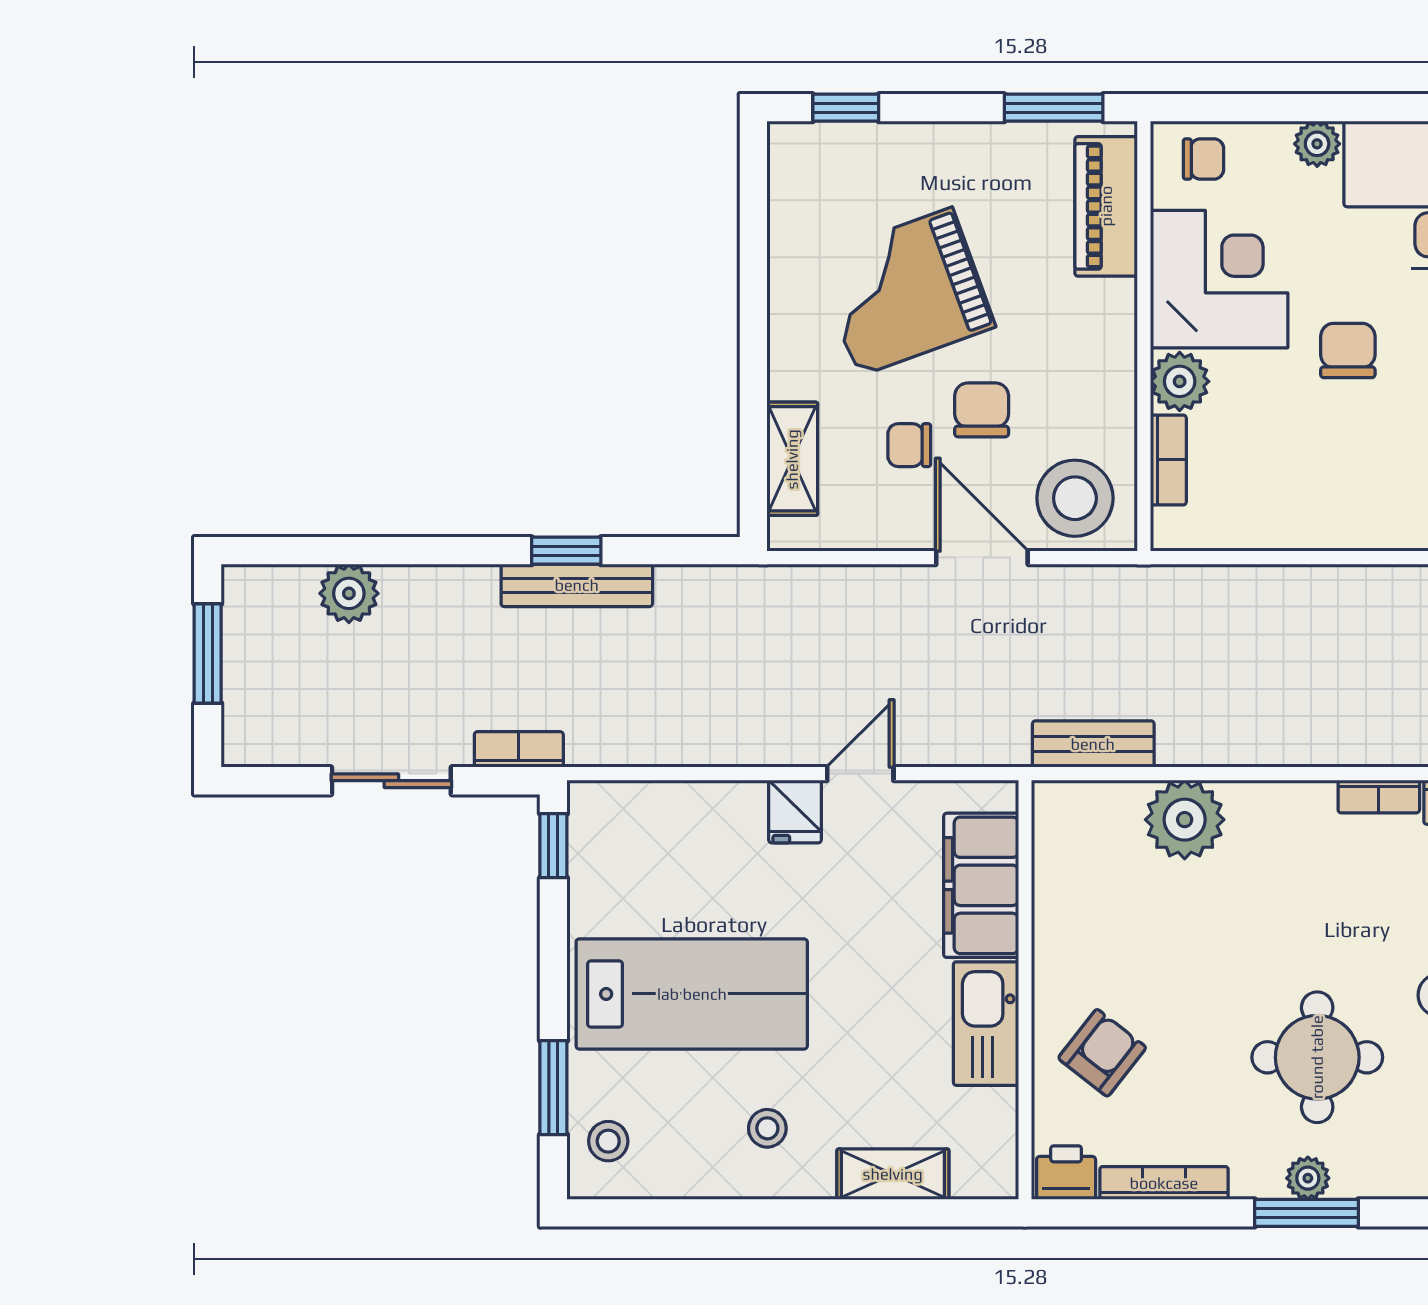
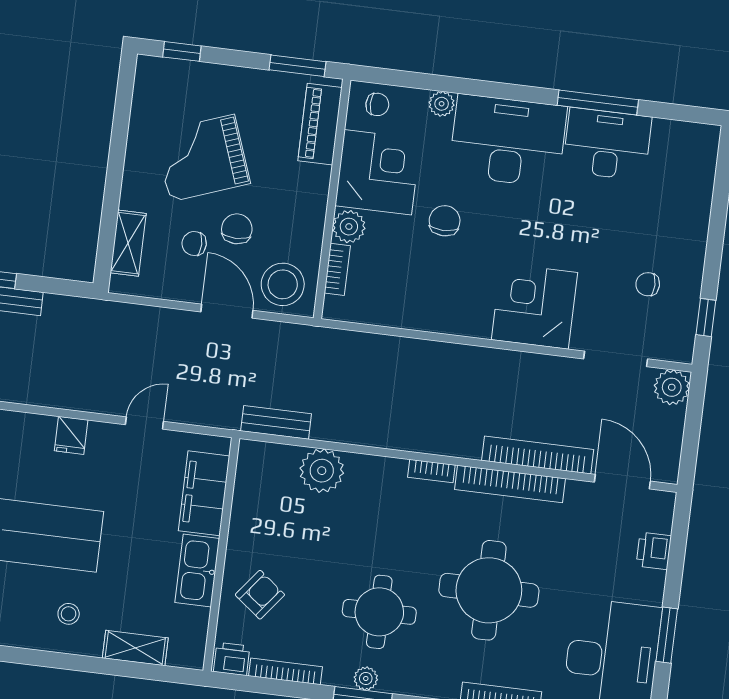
fridge: (795, 812) -> (71, 435), moved

